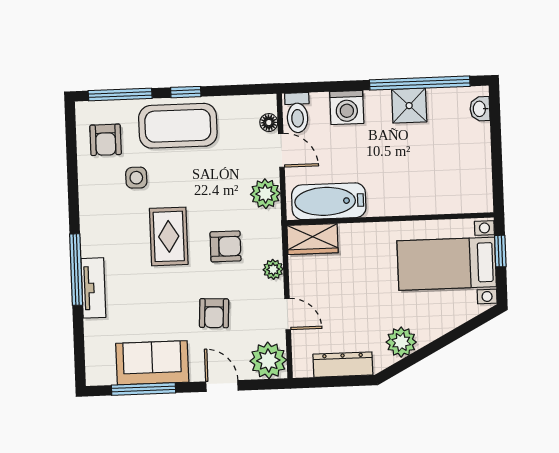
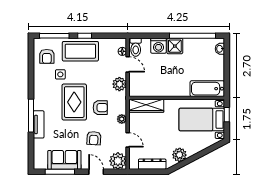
shower: (409, 106) -> (175, 46), moved
bathtub: (329, 201) -> (207, 89), moved
rug: (169, 236) -> (74, 102), width x1.36, depth x1.43
wardrobe: (313, 239) -> (146, 106), width x1.50

